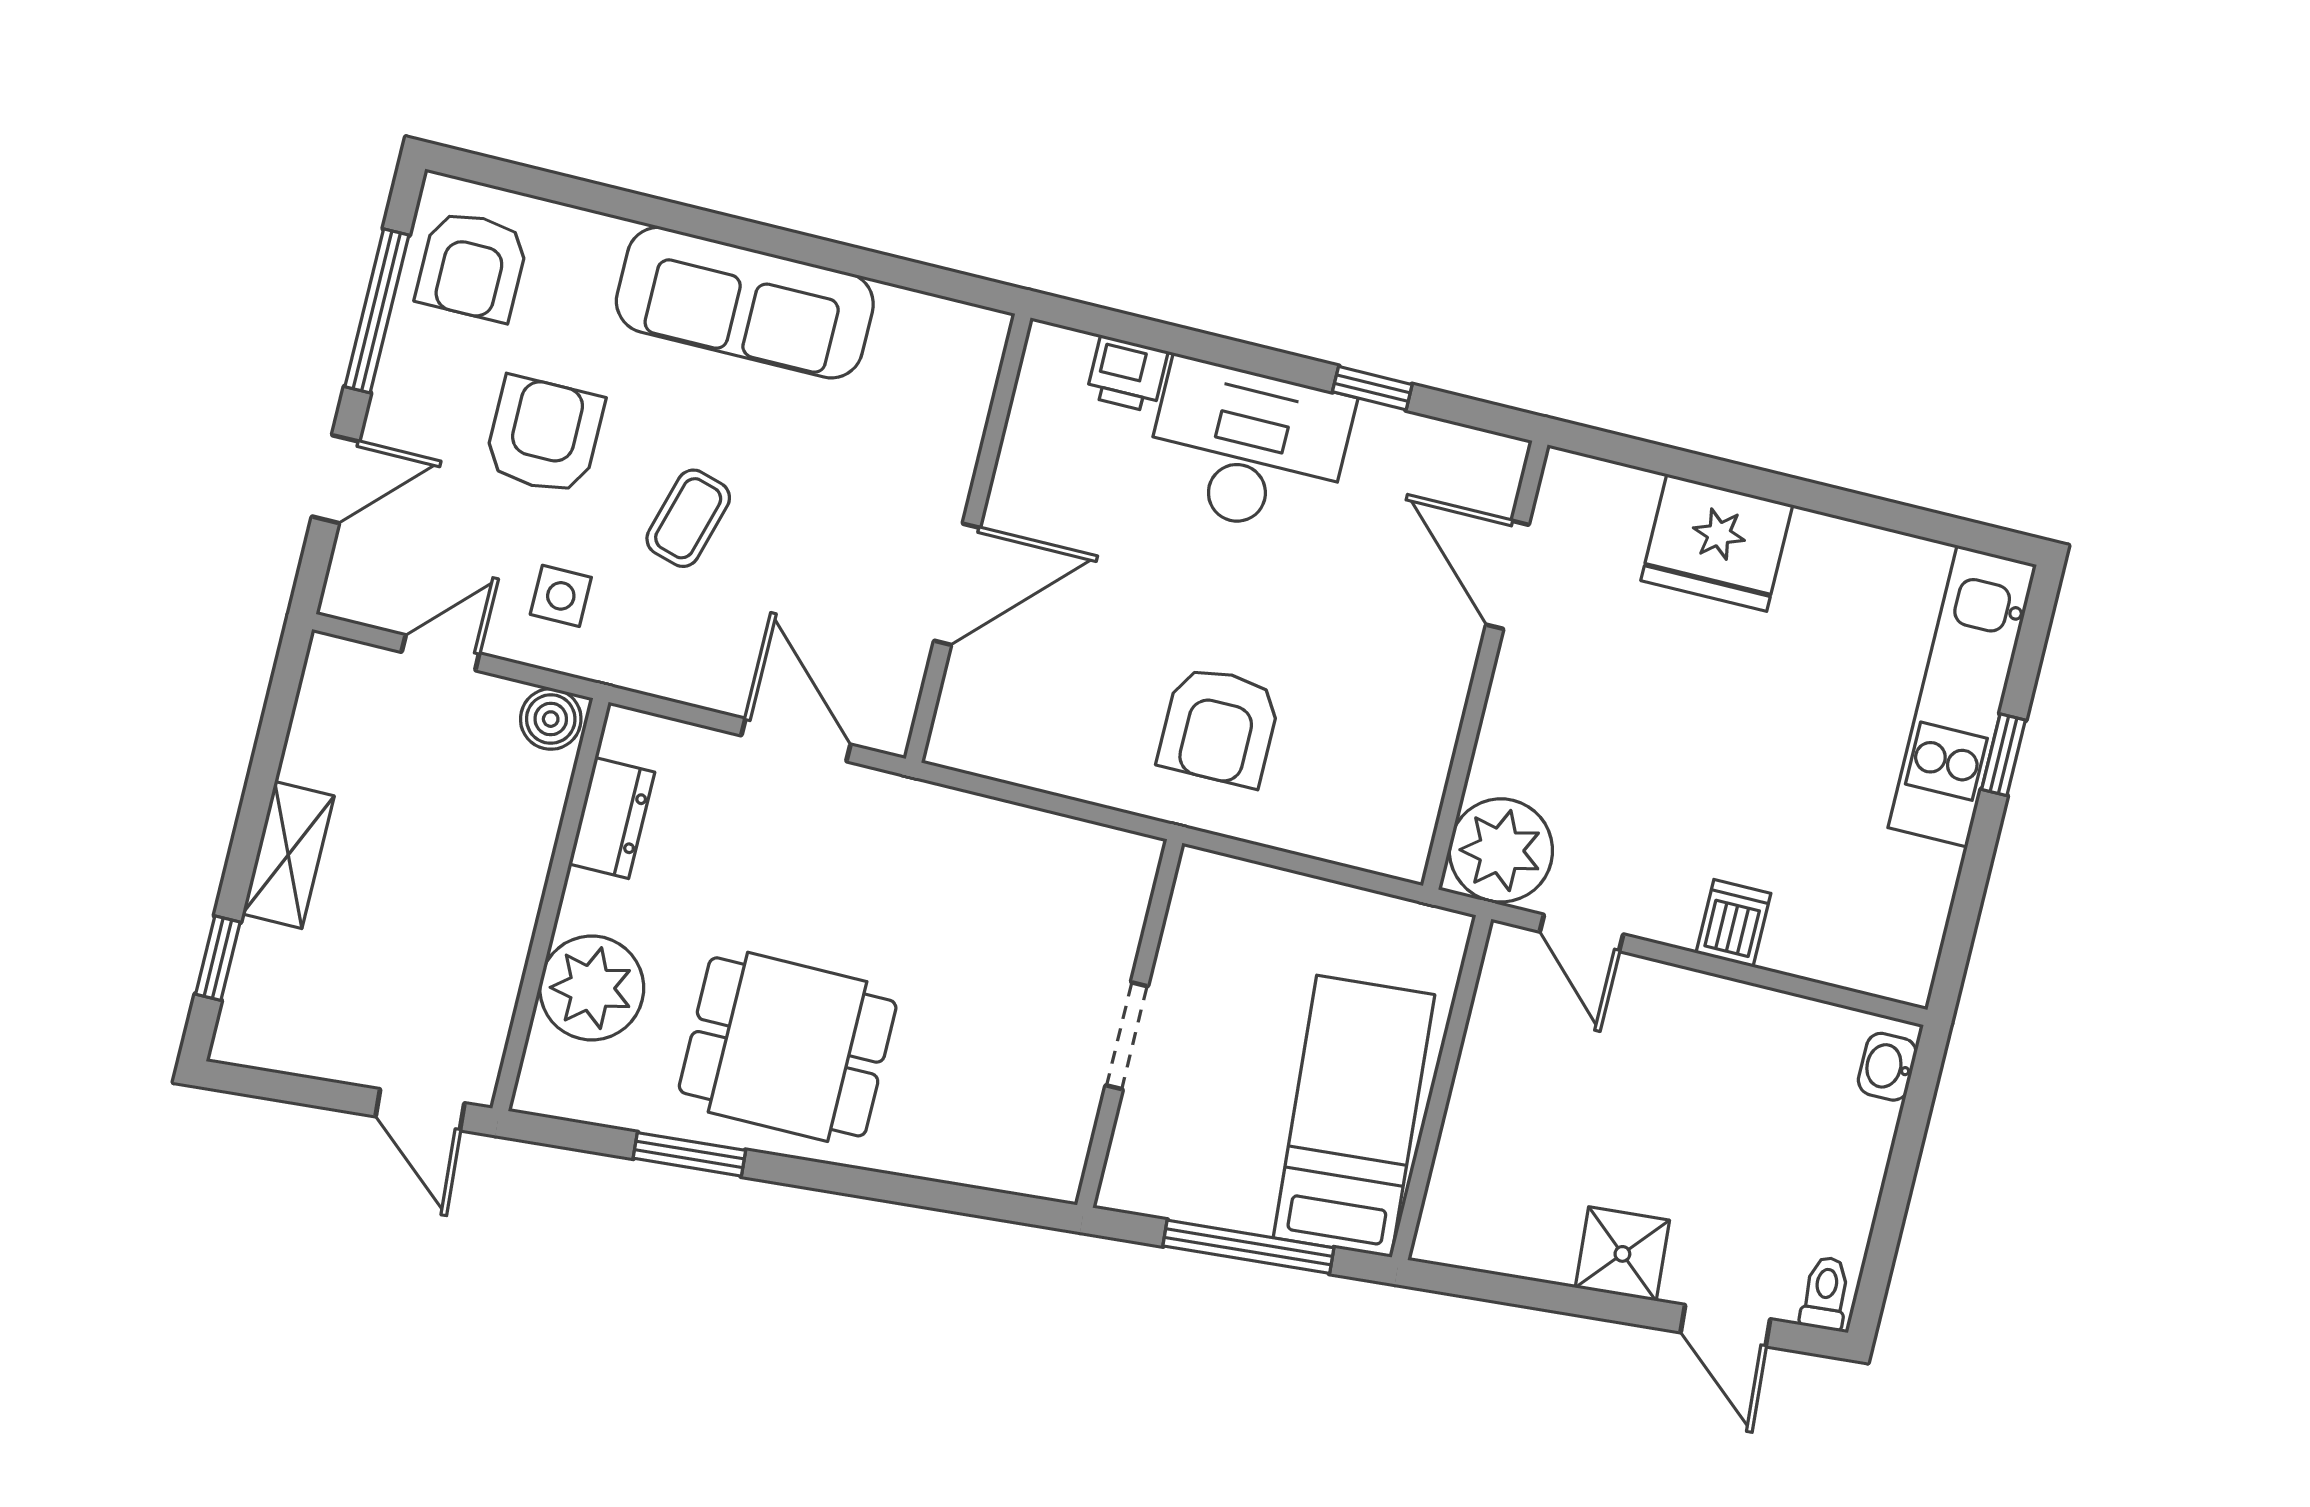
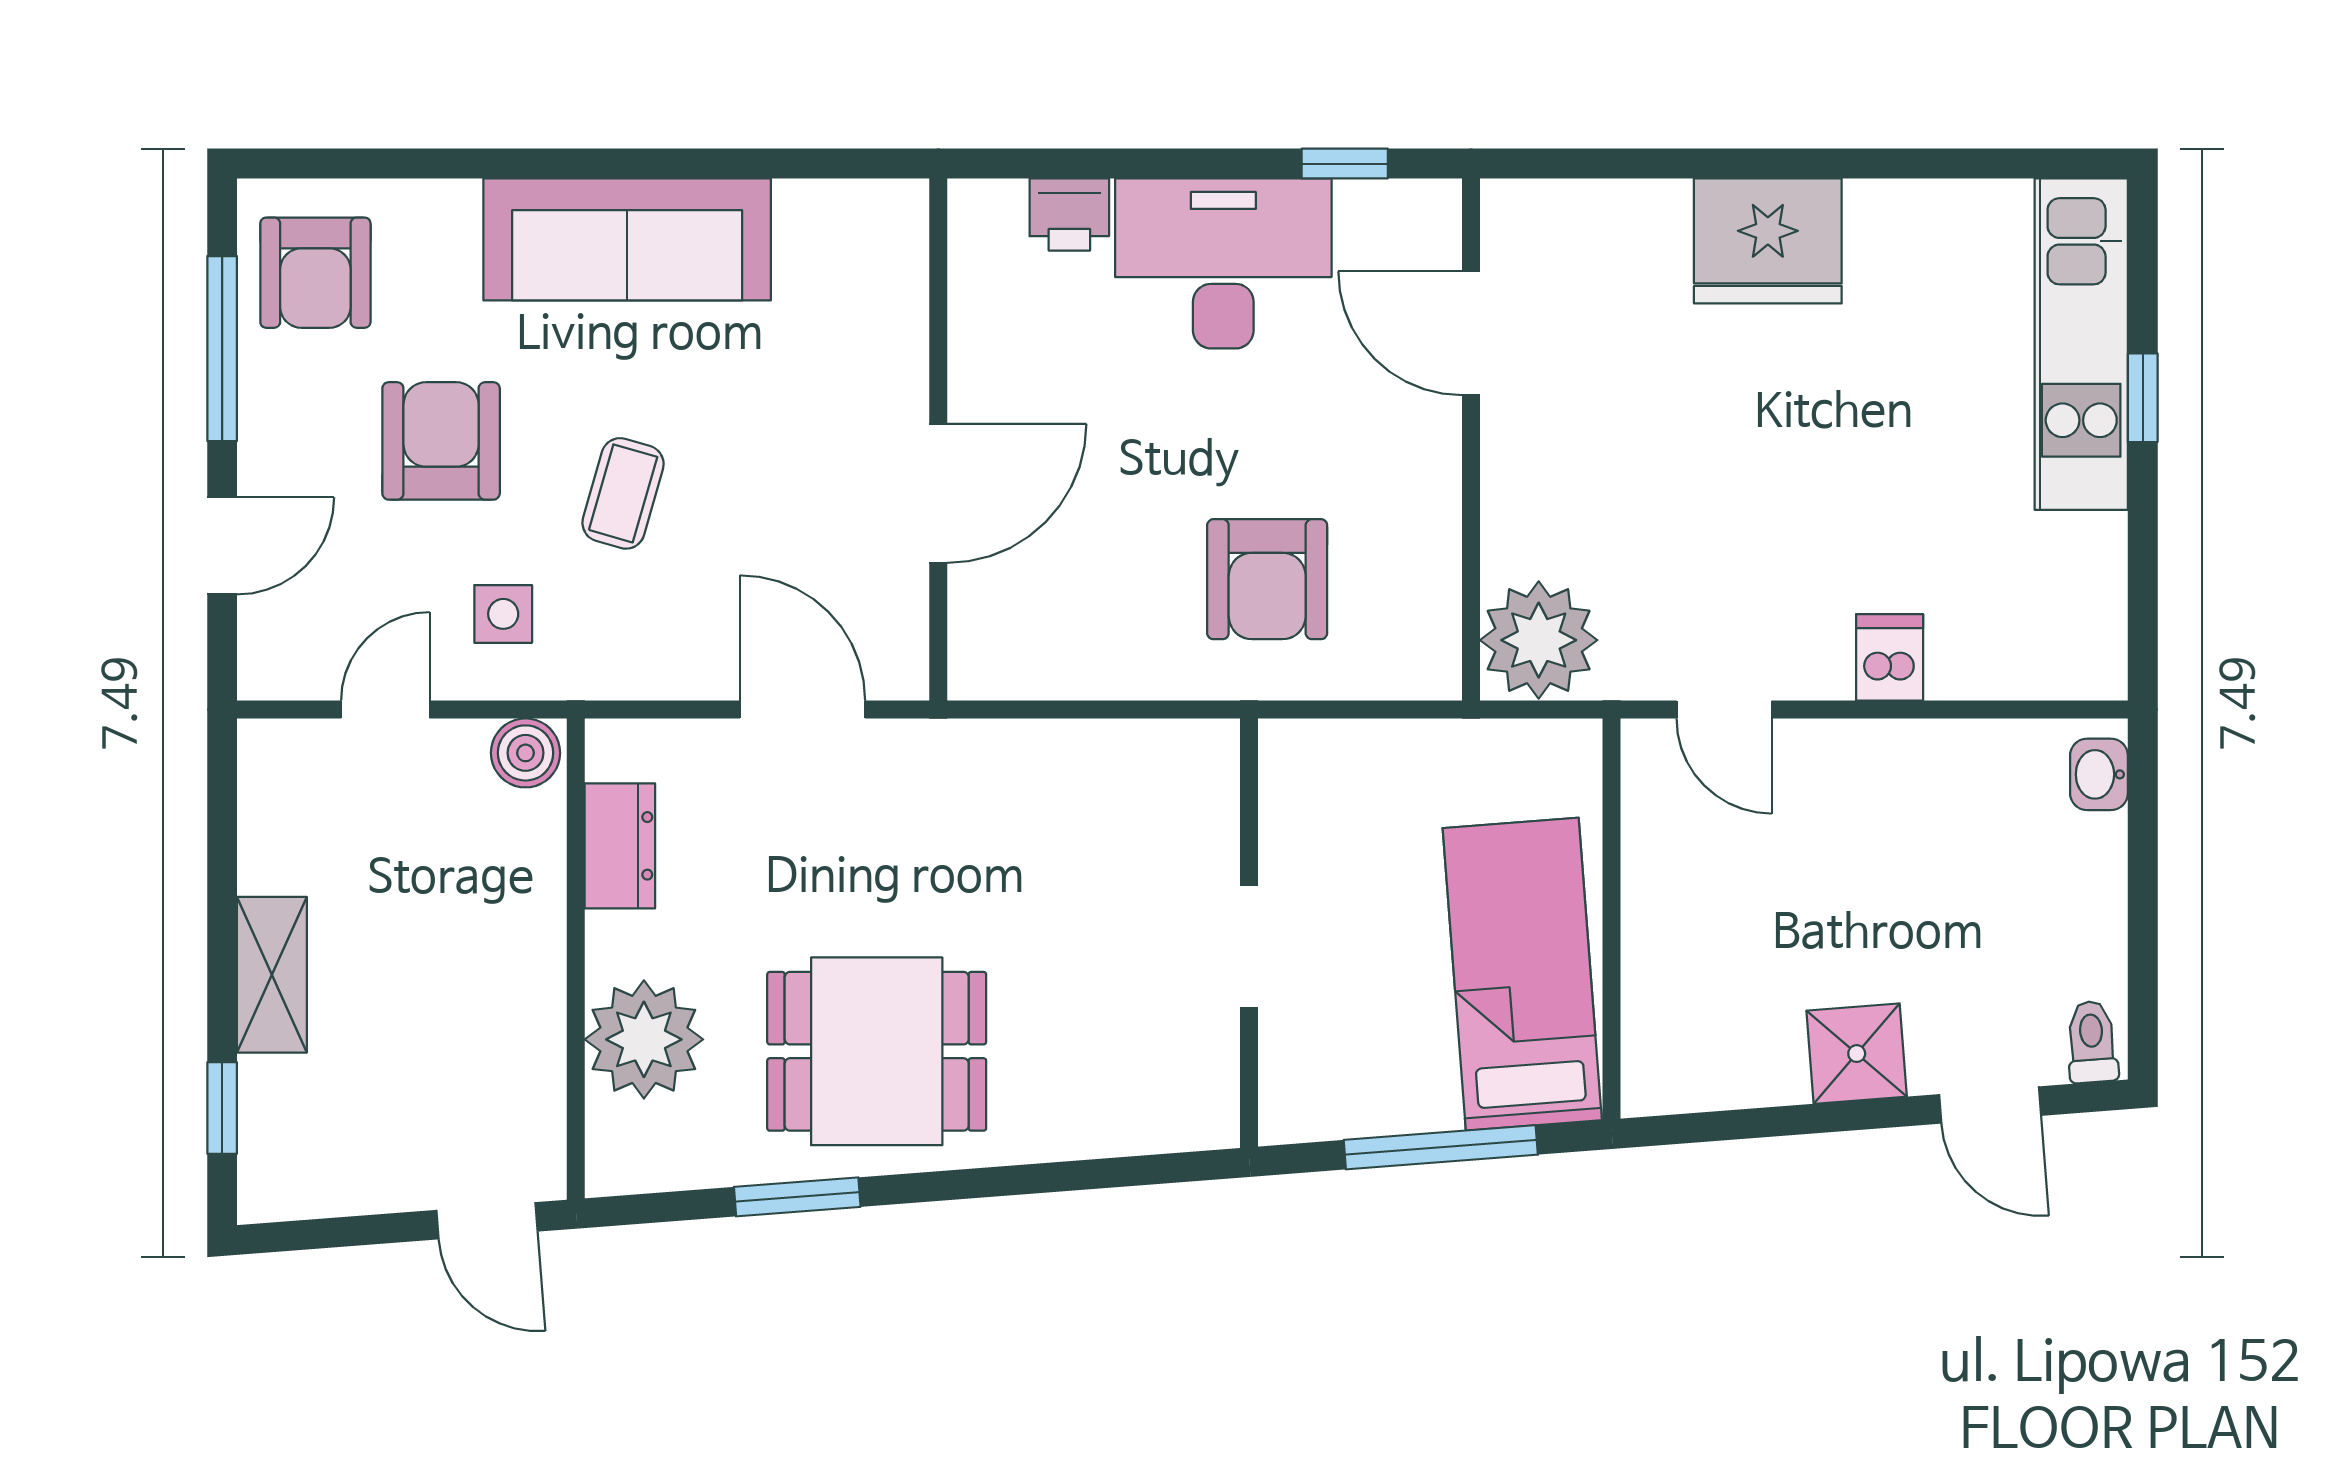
door: (1507, 575) -> (1471, 333), moved
wall: (1485, 665) -> (1471, 439), moved
plant: (1501, 850) -> (1539, 640), moved

